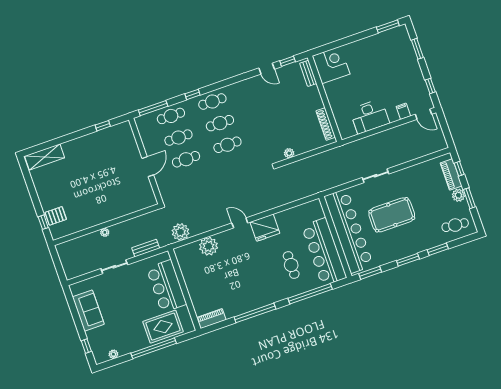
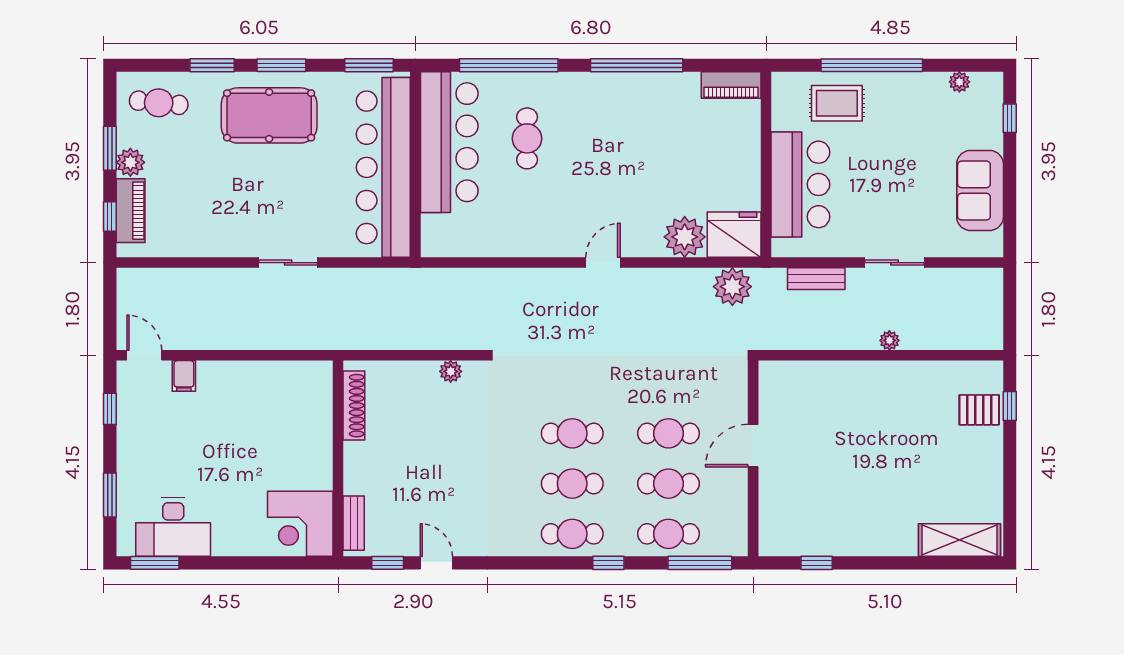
desk: (370, 116) -> (173, 527), moved, turned 180
pool table: (392, 215) -> (269, 115), moved
door: (240, 223) -> (603, 263), swing flipped
fridge: (265, 228) -> (734, 235), moved
rug: (163, 327) -> (837, 103), width x0.73, depth x0.70

